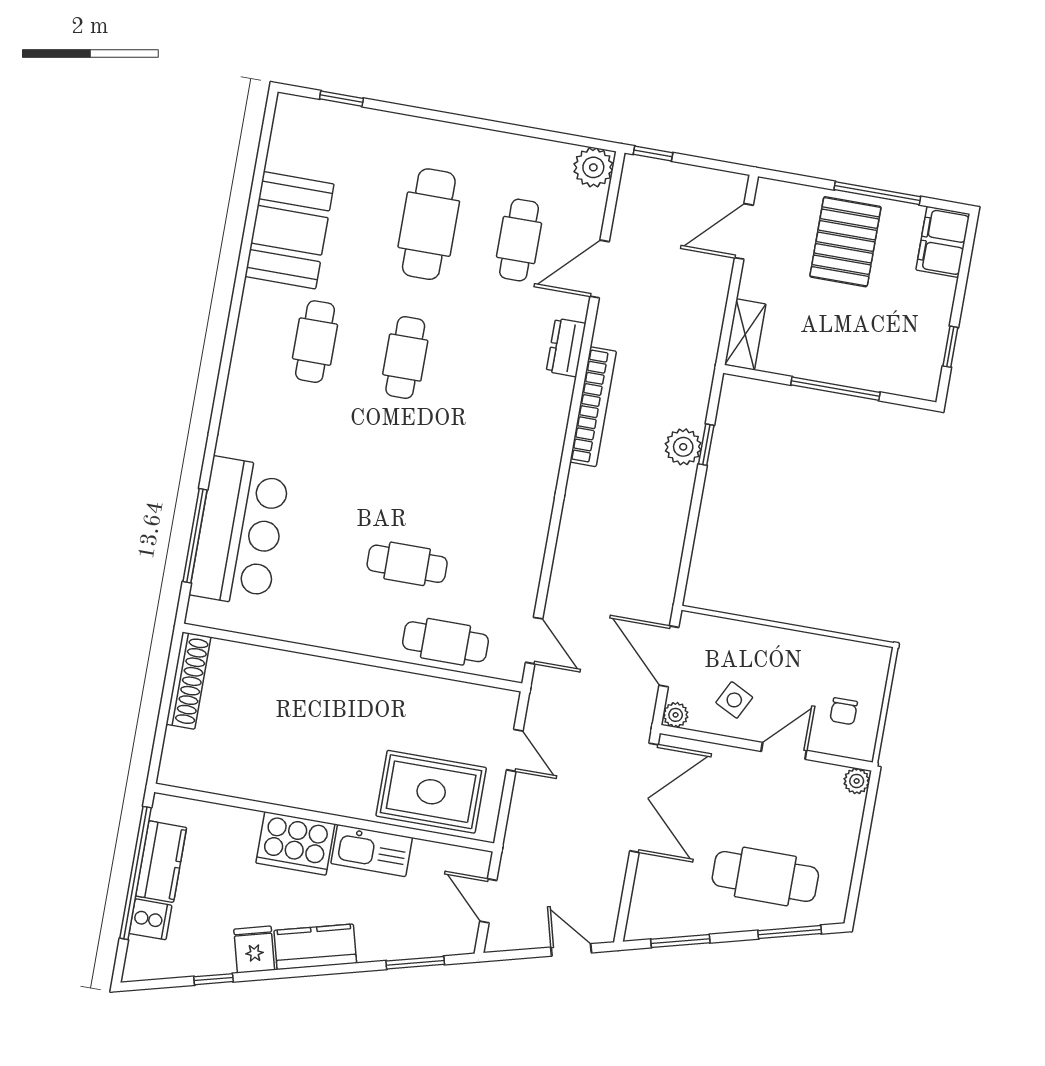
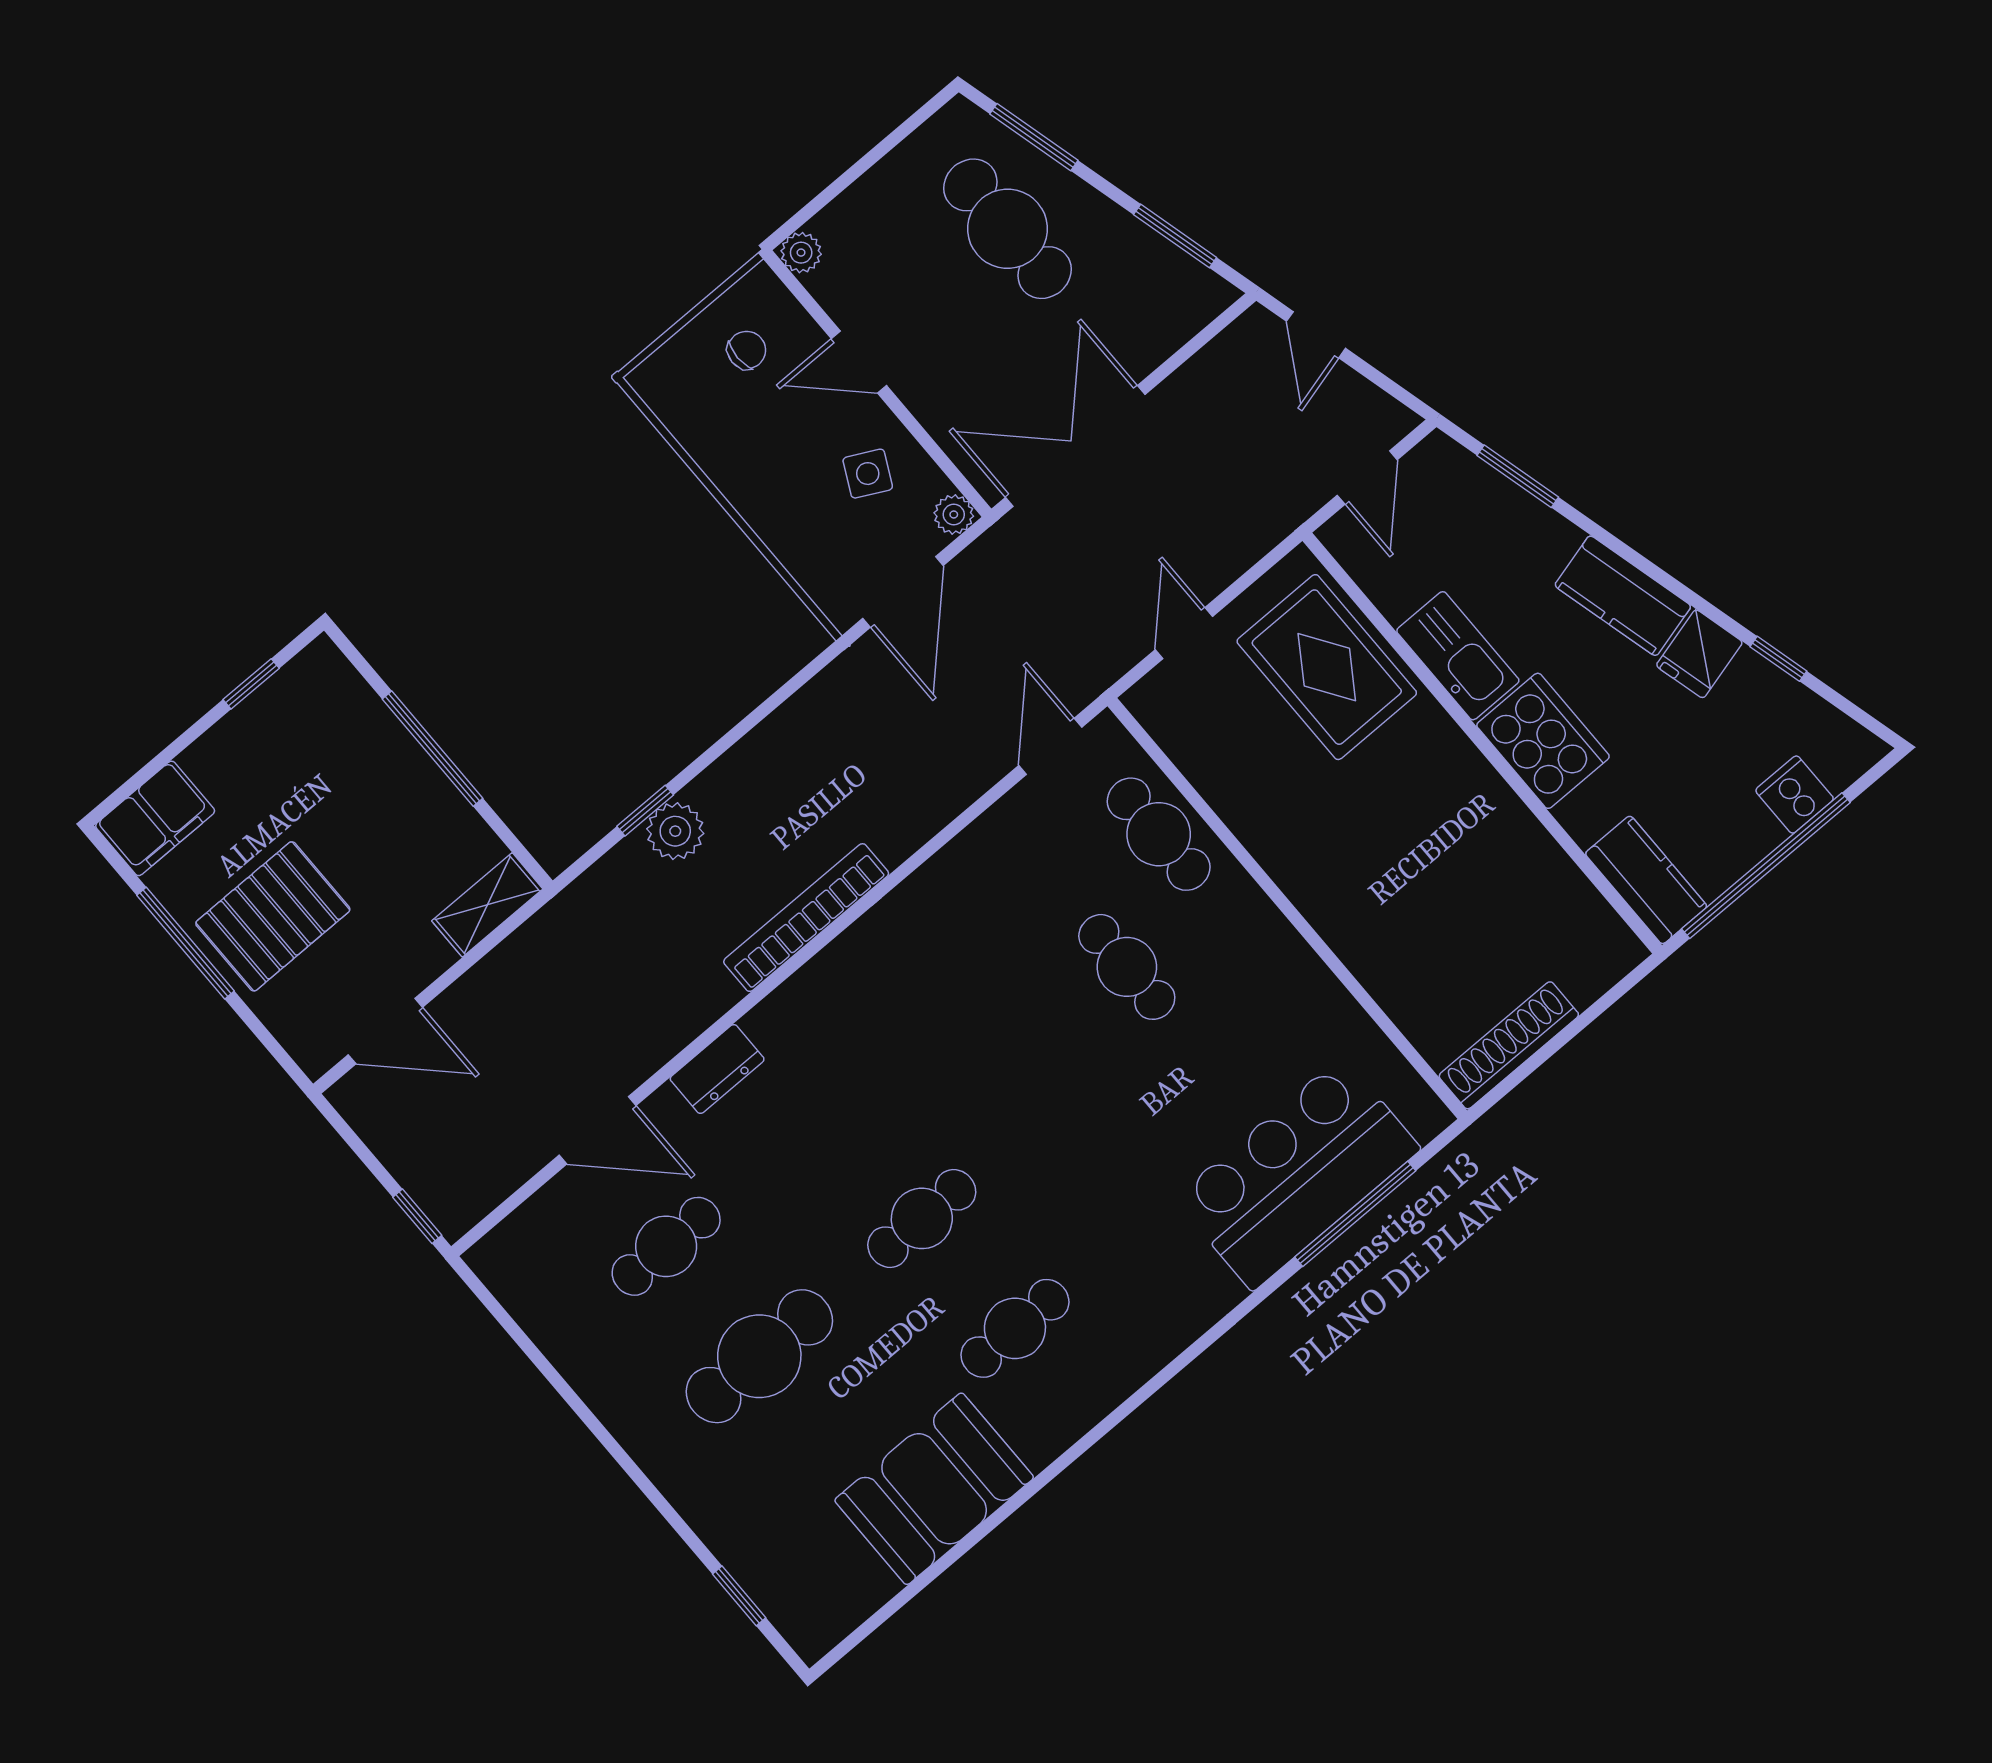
plant: (593, 167) -> (503, 1260), removed
bookcase: (593, 407) -> (806, 918), moved
kitchen counter: (161, 862) -> (1646, 880), moved, turned 90

